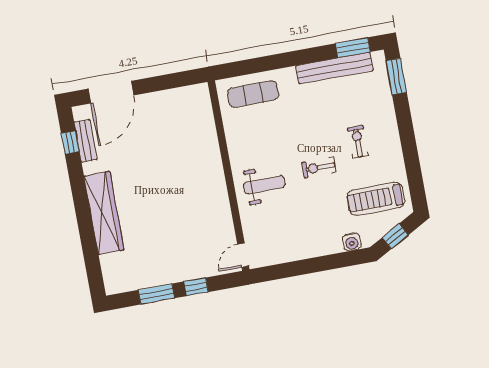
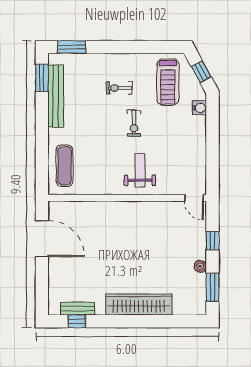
door: (111, 92) -> (42, 239), moved
plant: (163, 277) -> (200, 266), added
window: (156, 294) -> (213, 287), moved

